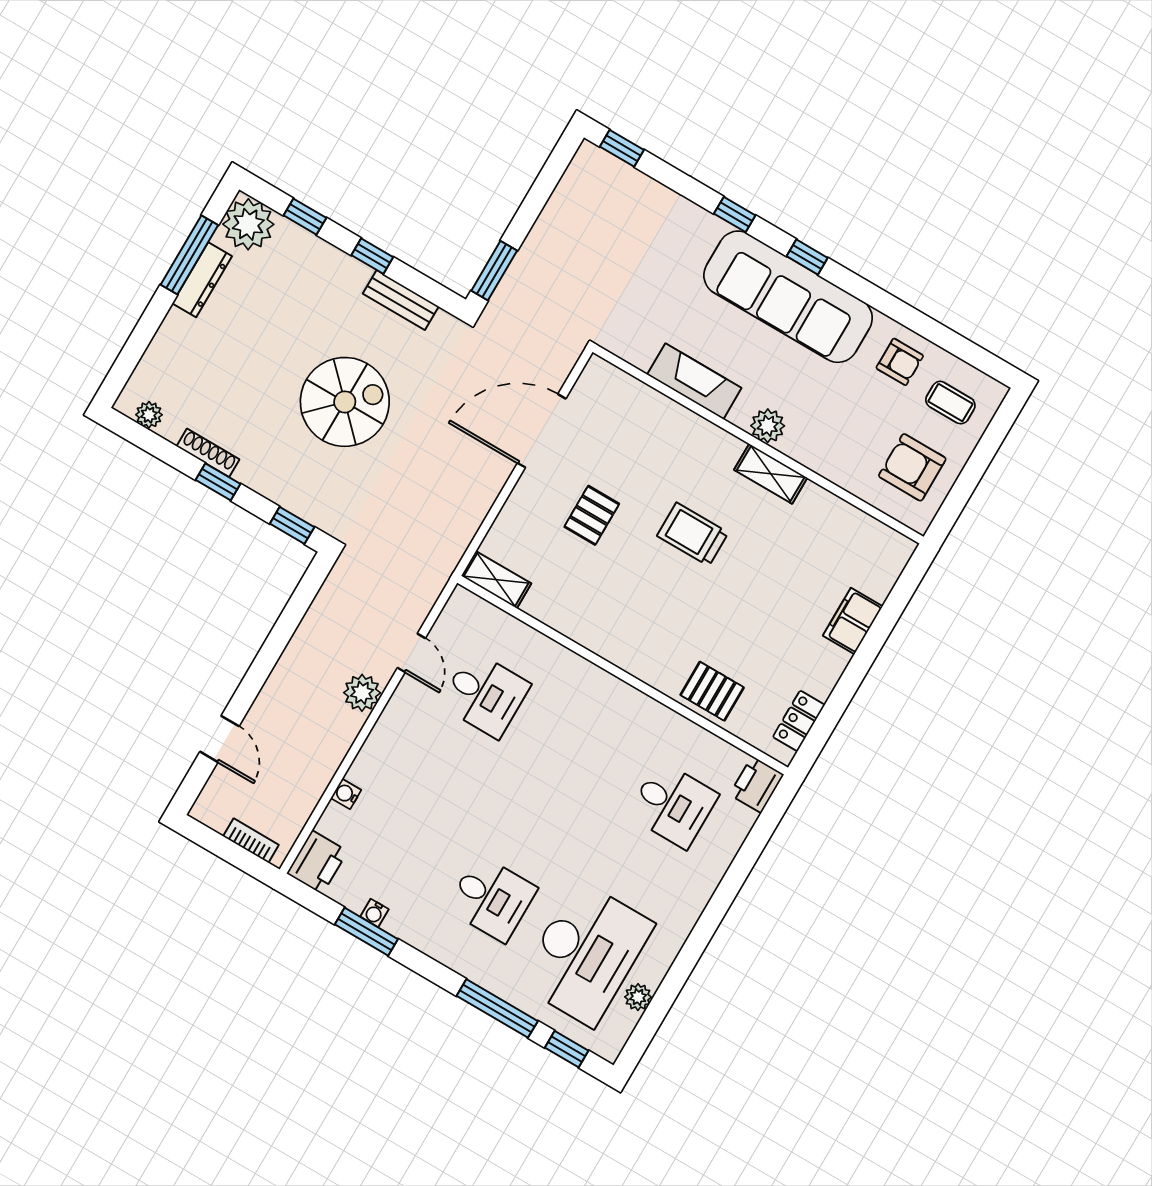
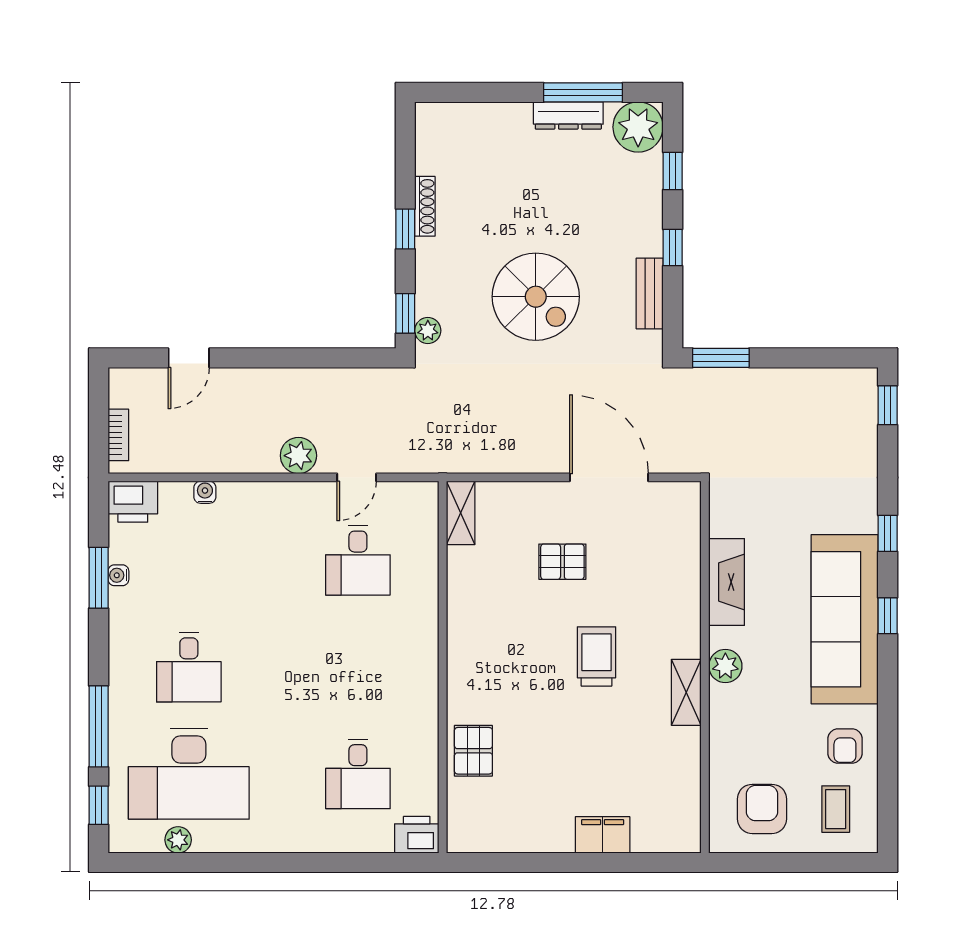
plant: (149, 415) -> (428, 331), moved
locker: (799, 721) -> (491, 839), removed

